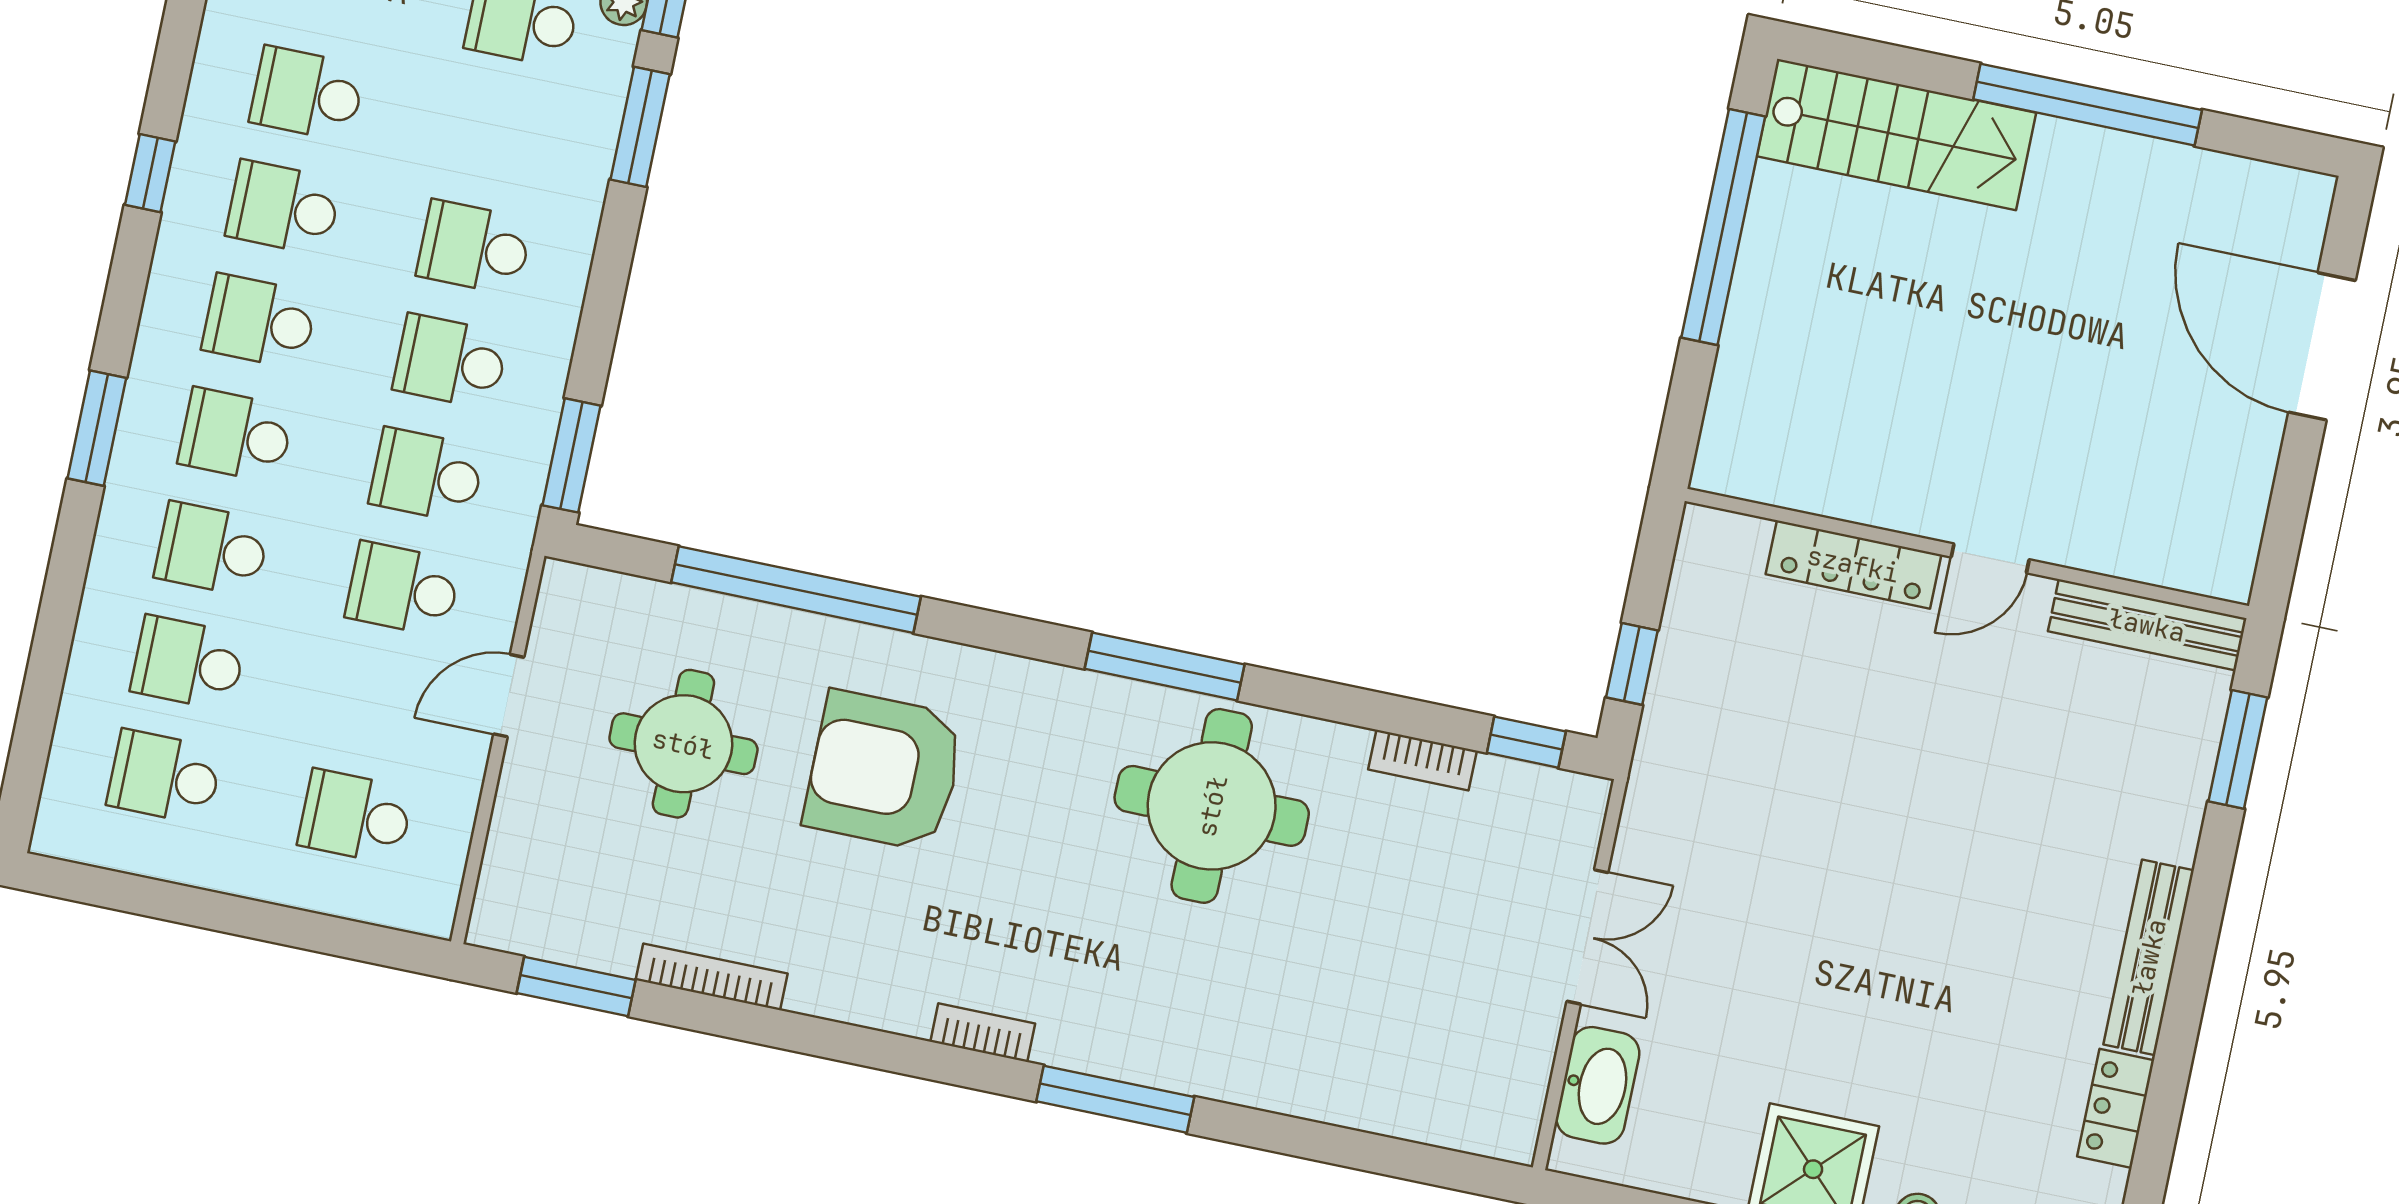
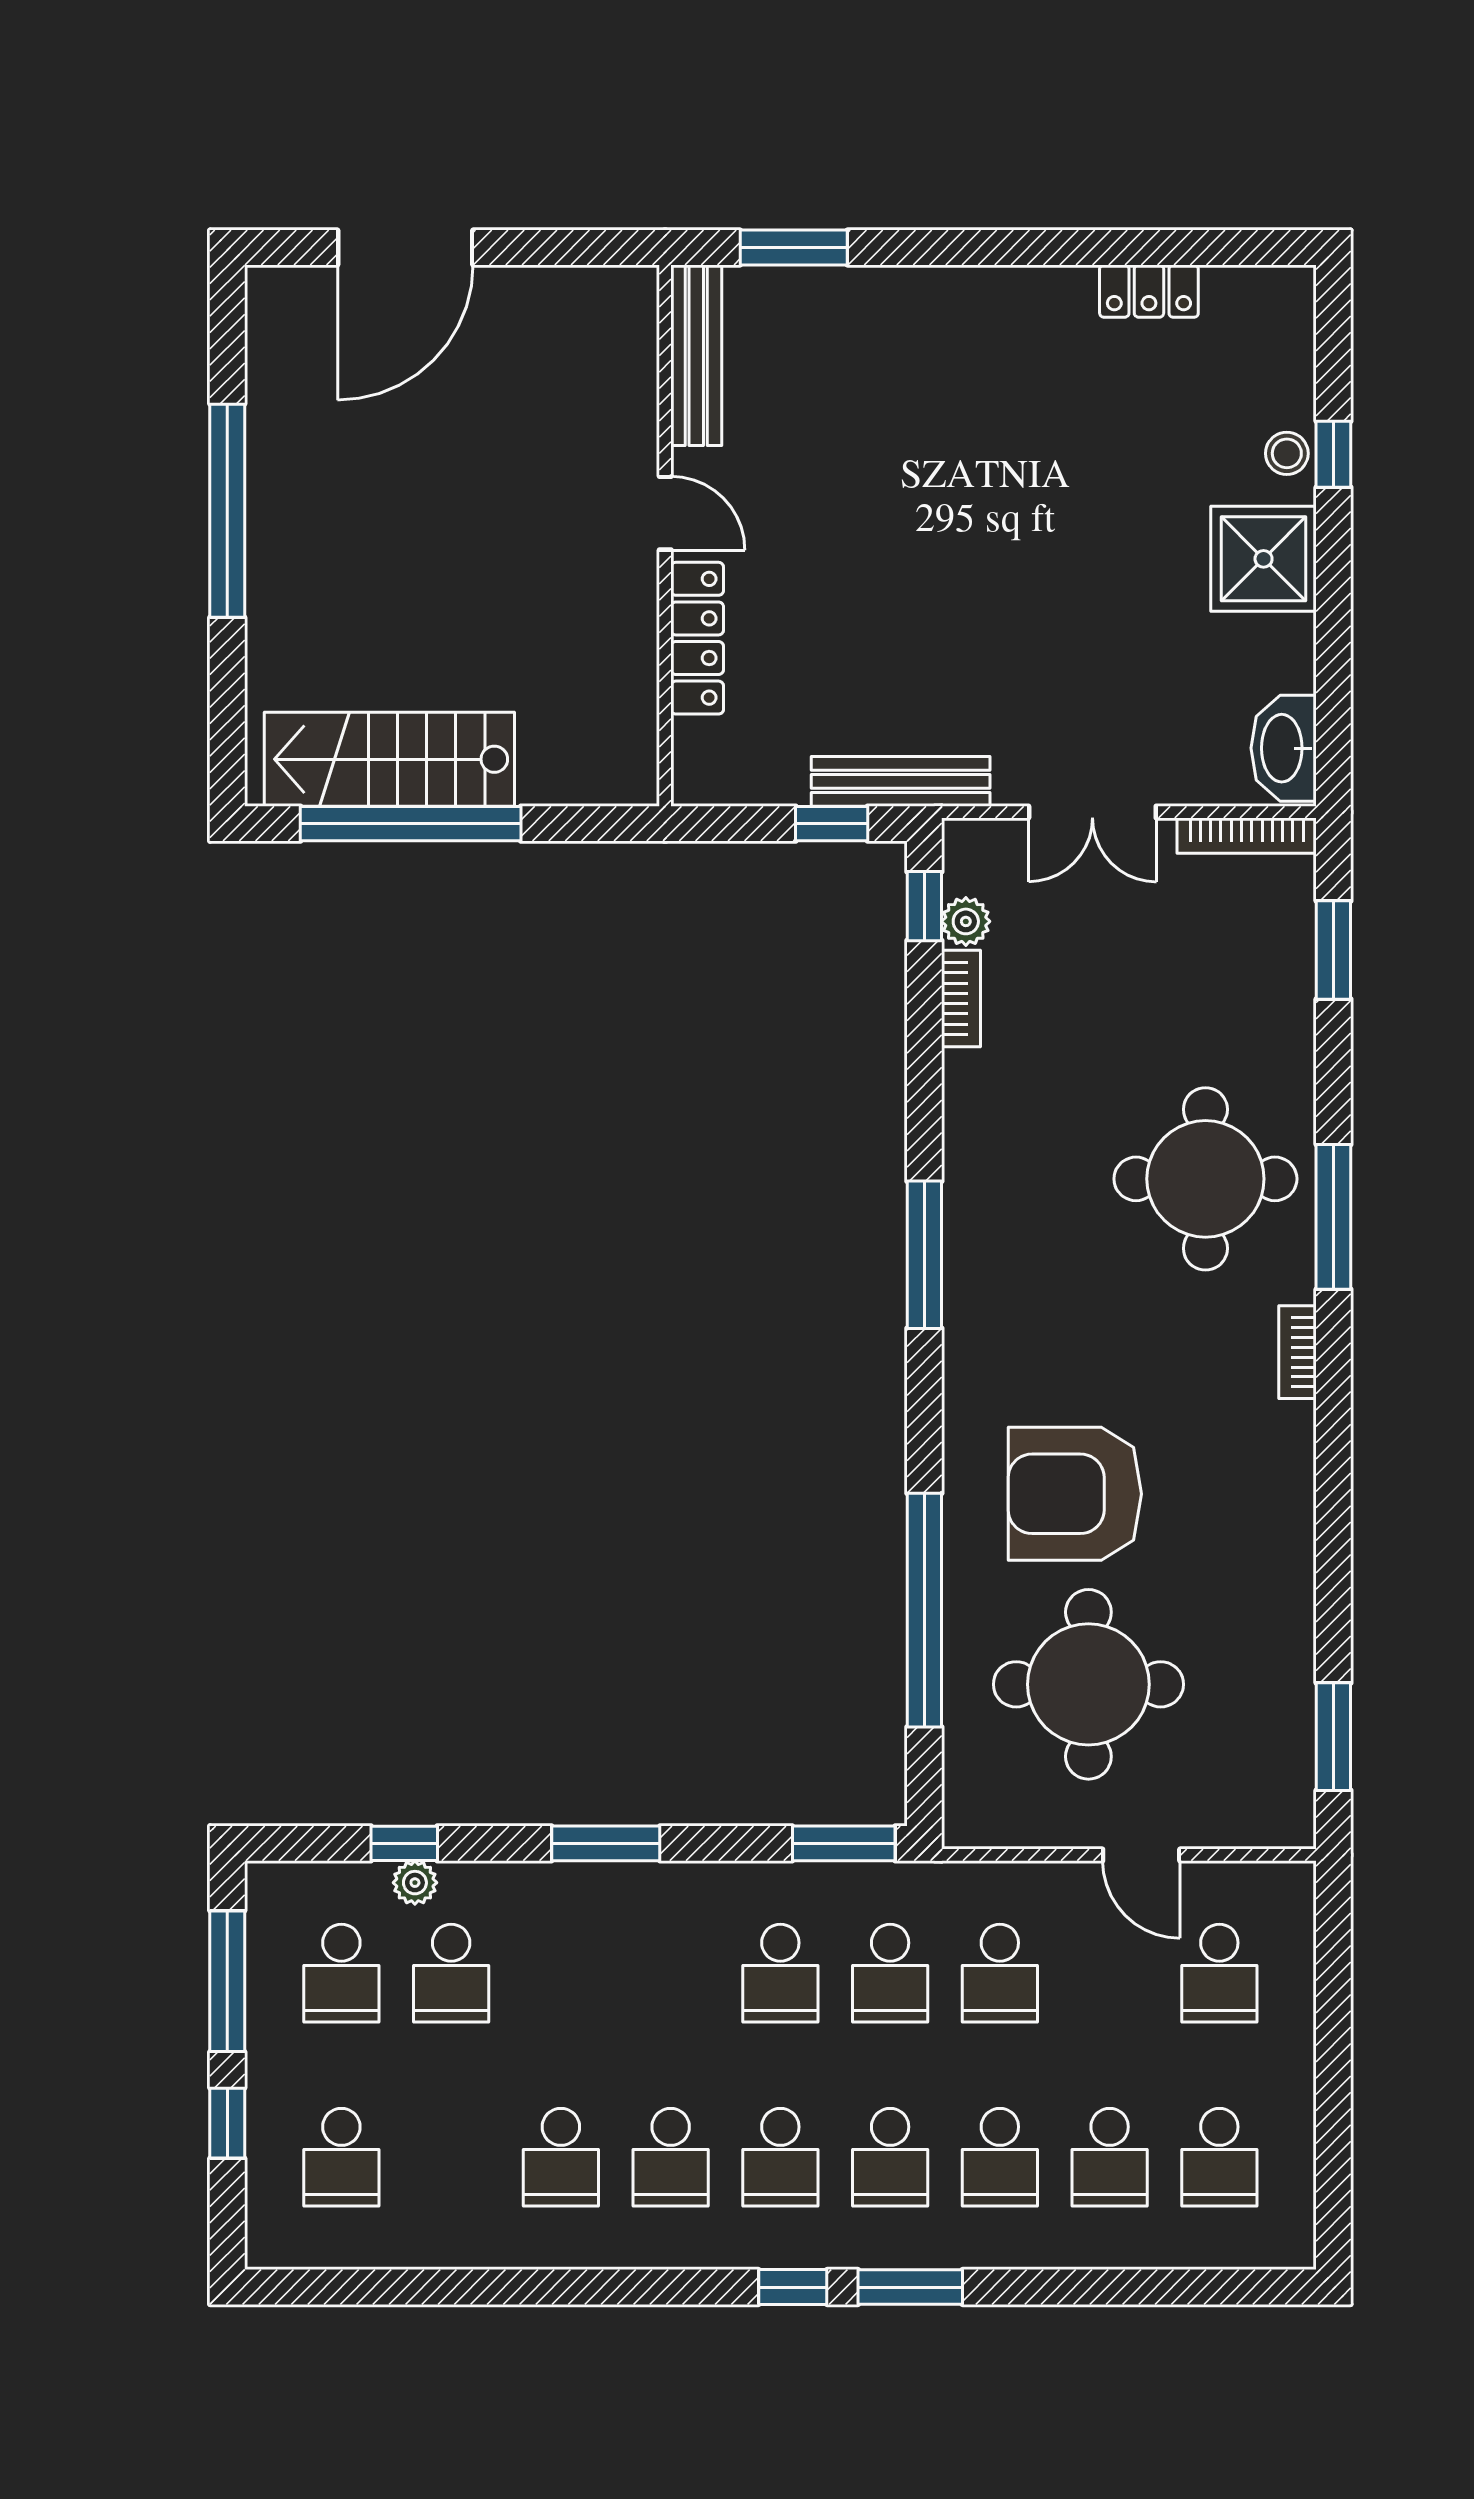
window: (640, 127) -> (606, 1843), moved
stairs: (1896, 134) -> (389, 759), moved, turned -90
window: (150, 173) -> (793, 2287), moved
school desk: (474, 248) -> (671, 1973), removed
door: (509, 696) -> (1141, 1855), moved
round table: (683, 744) -> (1088, 1684), width x1.36, depth x1.36
armchair: (884, 771) -> (1075, 1494), turned 90
plant: (1501, 782) -> (966, 921), added
round table: (1212, 806) -> (1205, 1179), moved
double door: (1587, 937) -> (1092, 812), swing flipped
bench: (2149, 957) -> (901, 781), moved
bookcase: (712, 977) -> (1247, 836), moved, turned -90
washbasin: (1598, 1085) -> (1284, 748), moved, turned -90
window: (1392, 1157) -> (1333, 950), added

